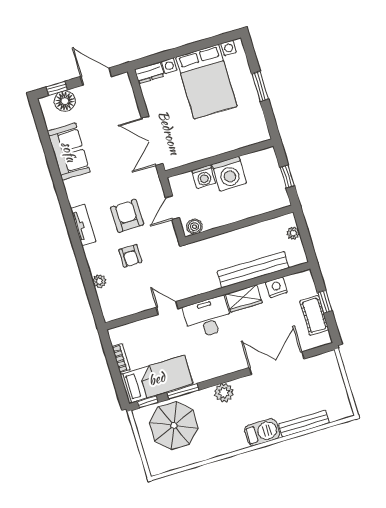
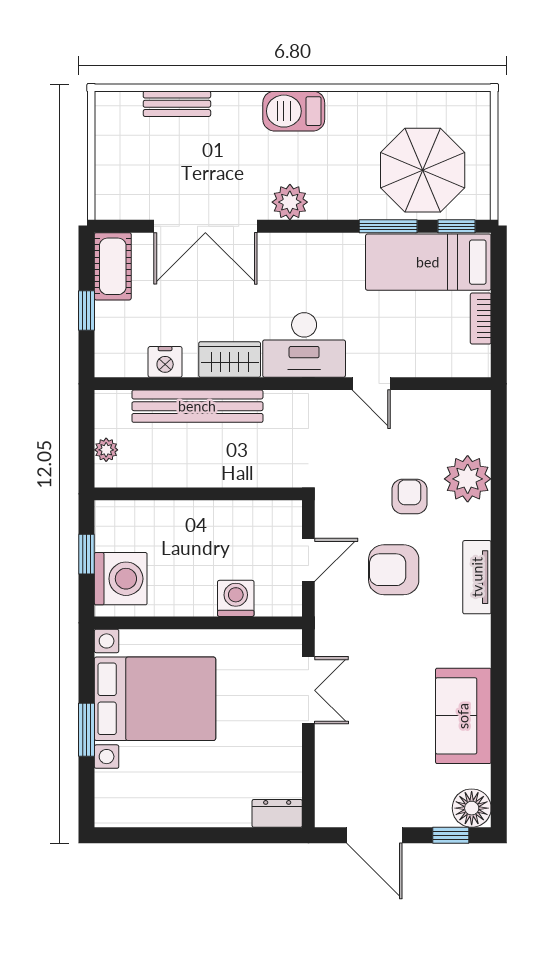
bed with nightstands: (206, 82) -> (155, 699), moved, turned 90
floor lamp: (65, 101) -> (472, 808), moved
double door: (152, 141) -> (308, 690), width x0.73
washing machine: (229, 174) -> (121, 579), moved, turned 90
armchair: (127, 216) -> (394, 570), turned 91
boiler: (194, 227) -> (279, 514), removed
plant: (99, 281) -> (468, 479), width x1.88, depth x1.88
cot: (314, 315) -> (113, 266), moved
plant: (224, 393) -> (290, 202), moved
bench: (304, 424) -> (177, 104), width x0.73
barbecue: (262, 432) -> (294, 111), moved

